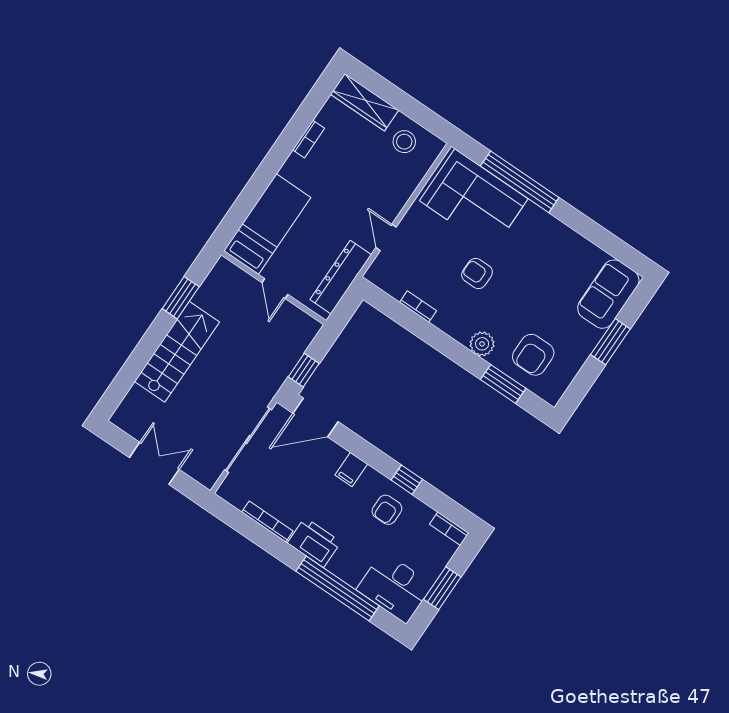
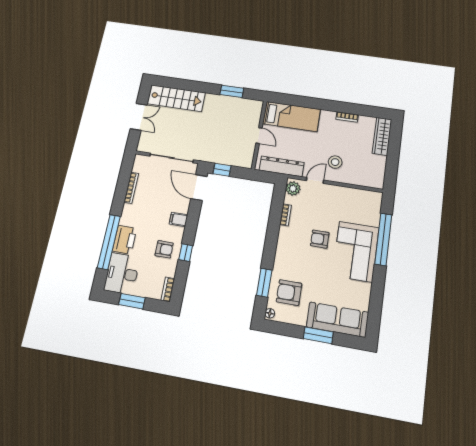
stool: (404, 142) -> (335, 162), moved
corner sofa: (474, 200) -> (356, 252), moved
armchair: (477, 274) -> (320, 239), turned -90
door: (275, 289) -> (259, 135), swing flipped
sofa: (608, 294) -> (338, 320), width x1.36
plant: (482, 344) -> (293, 188), moved
stairs: (177, 352) -> (176, 98), moved
floor lamp: (550, 396) -> (270, 313), added
armchair: (387, 510) -> (164, 249), turned 180
printer: (314, 542) -> (125, 240), moved

